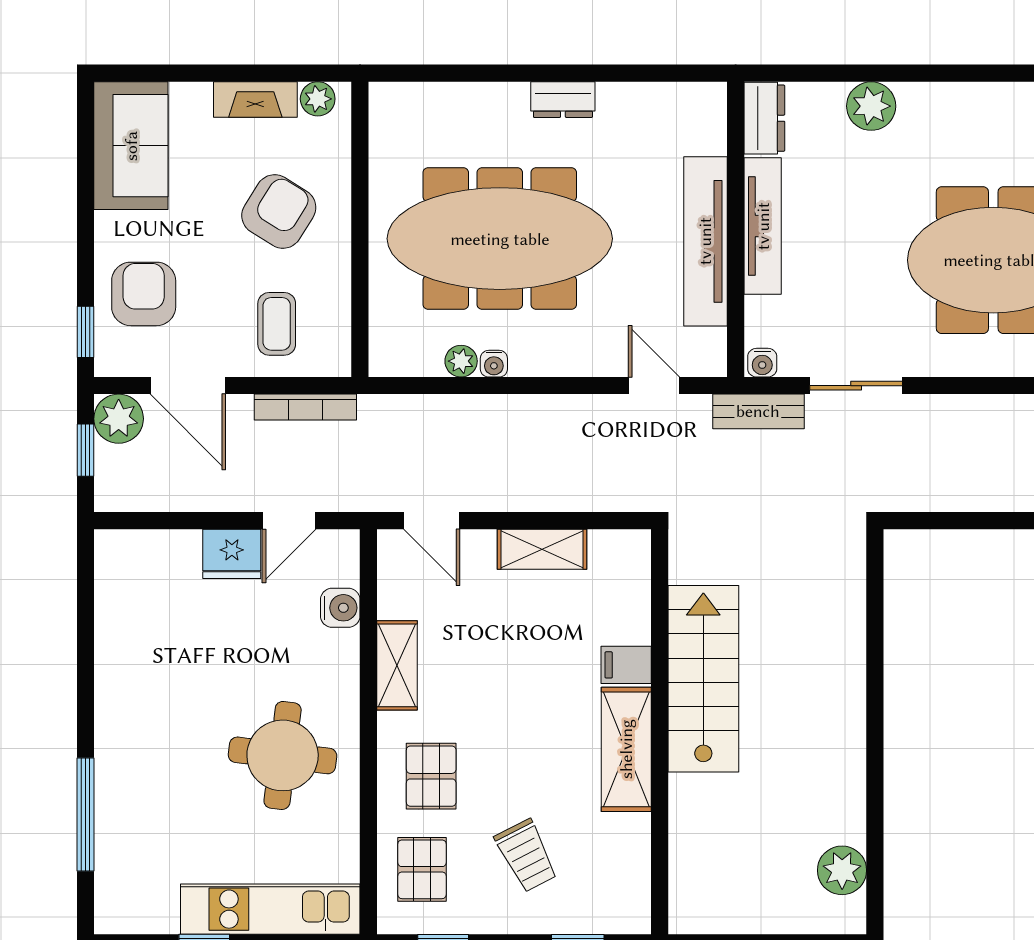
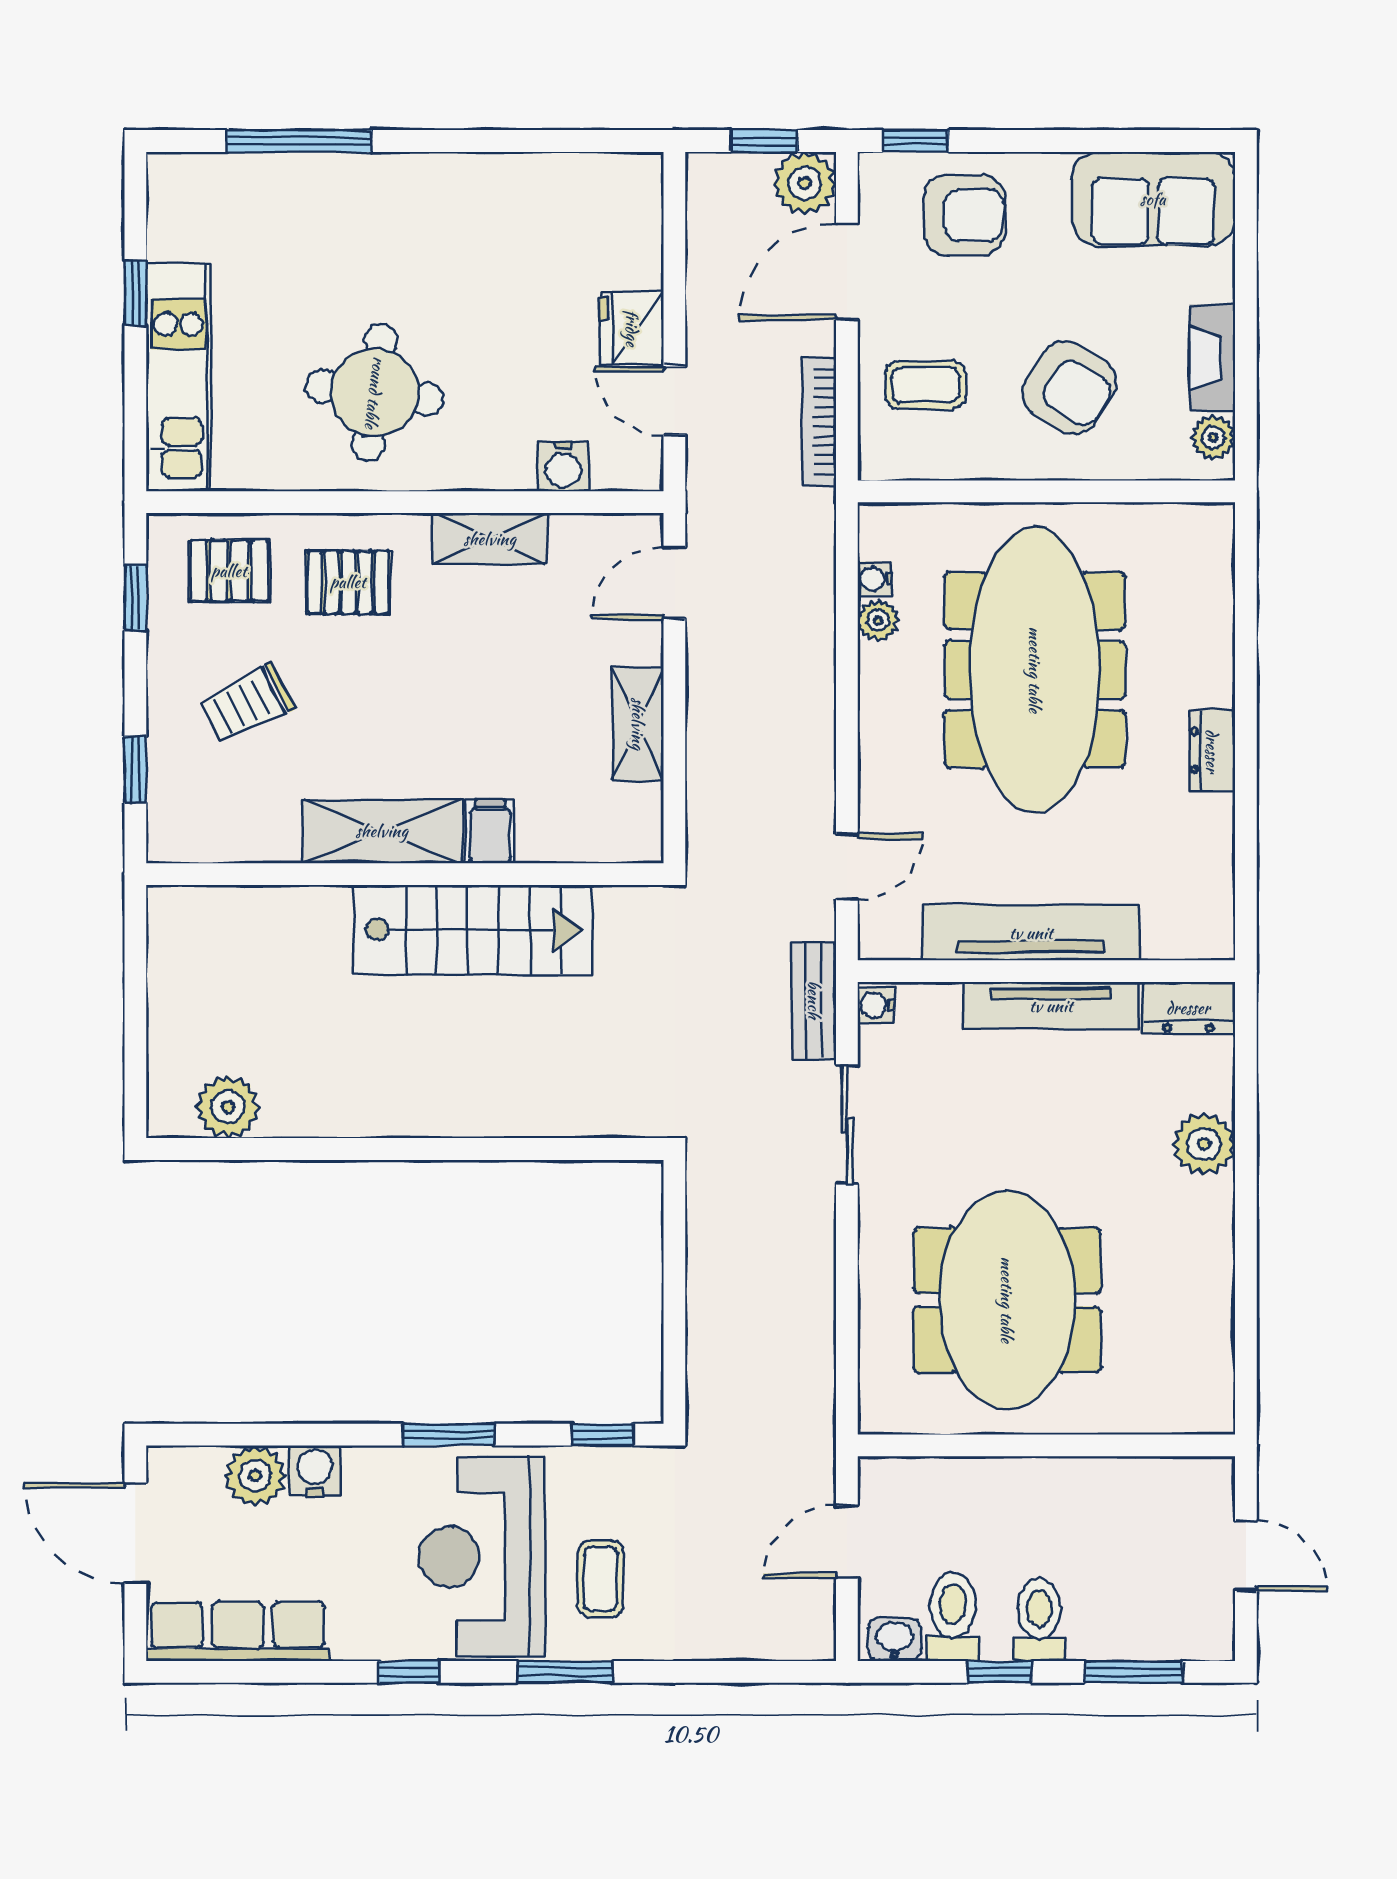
water cooler: (494, 364) -> (875, 579), moved

